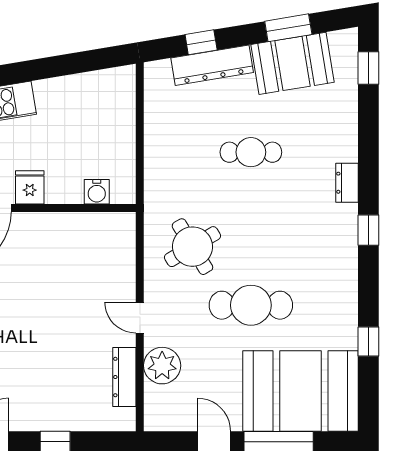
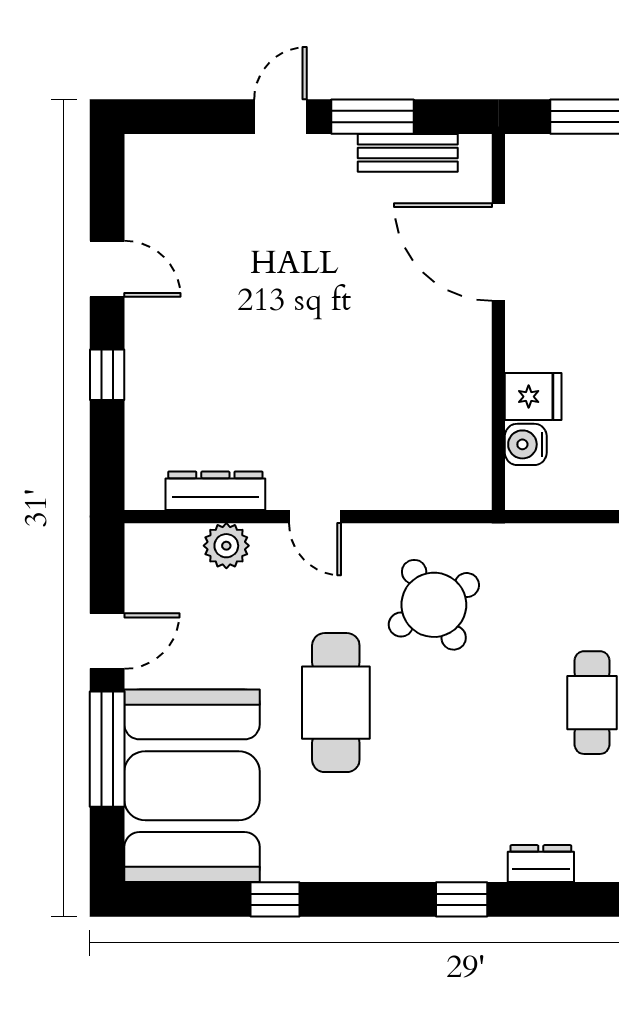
fridge: (30, 187) -> (533, 397), moved
door: (140, 318) -> (315, 517), swing flipped
plant: (162, 366) -> (226, 546), width x0.73, depth x0.73

